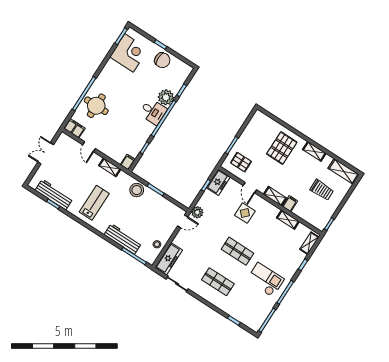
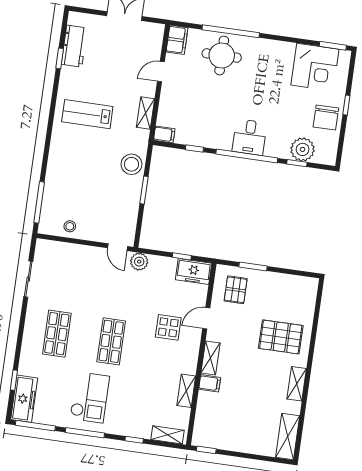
plant: (166, 97) -> (303, 149), moved
trolley: (322, 190) -> (249, 418), removed
workbench: (54, 195) -> (74, 46), width x0.73
lab bench: (94, 203) -> (87, 114), turned 180
workbench: (123, 239) -> (56, 176), removed
freezer: (169, 259) -> (24, 399), moved, turned -90

